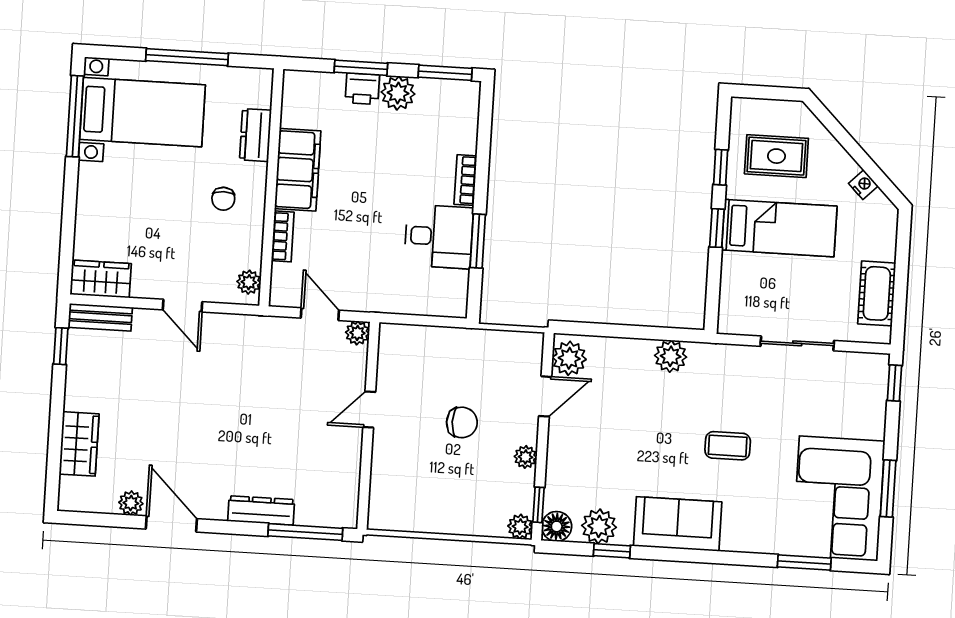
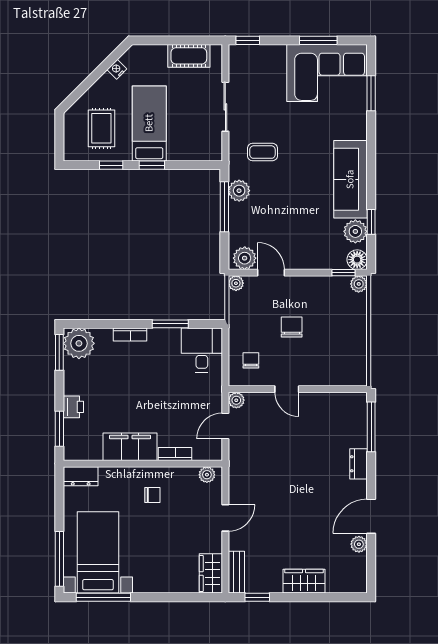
window: (187, 57) -> (59, 559), moved
window: (361, 68) -> (59, 429), moved
plant: (398, 93) -> (79, 343), moved, width x1.36, depth x1.36
dresser: (255, 135) -> (81, 476), moved
desk: (439, 236) -> (202, 350), moved
window: (648, 333) -> (224, 207), added
chair: (416, 358) -> (251, 360), added
wardrobe: (79, 444) -> (304, 581), moved
coffee table: (728, 446) -> (262, 152), moved, turned 90
plant: (525, 457) -> (236, 283), moved
dresser: (261, 510) -> (358, 464), width x0.70
sofa: (678, 524) -> (350, 179), width x1.36

